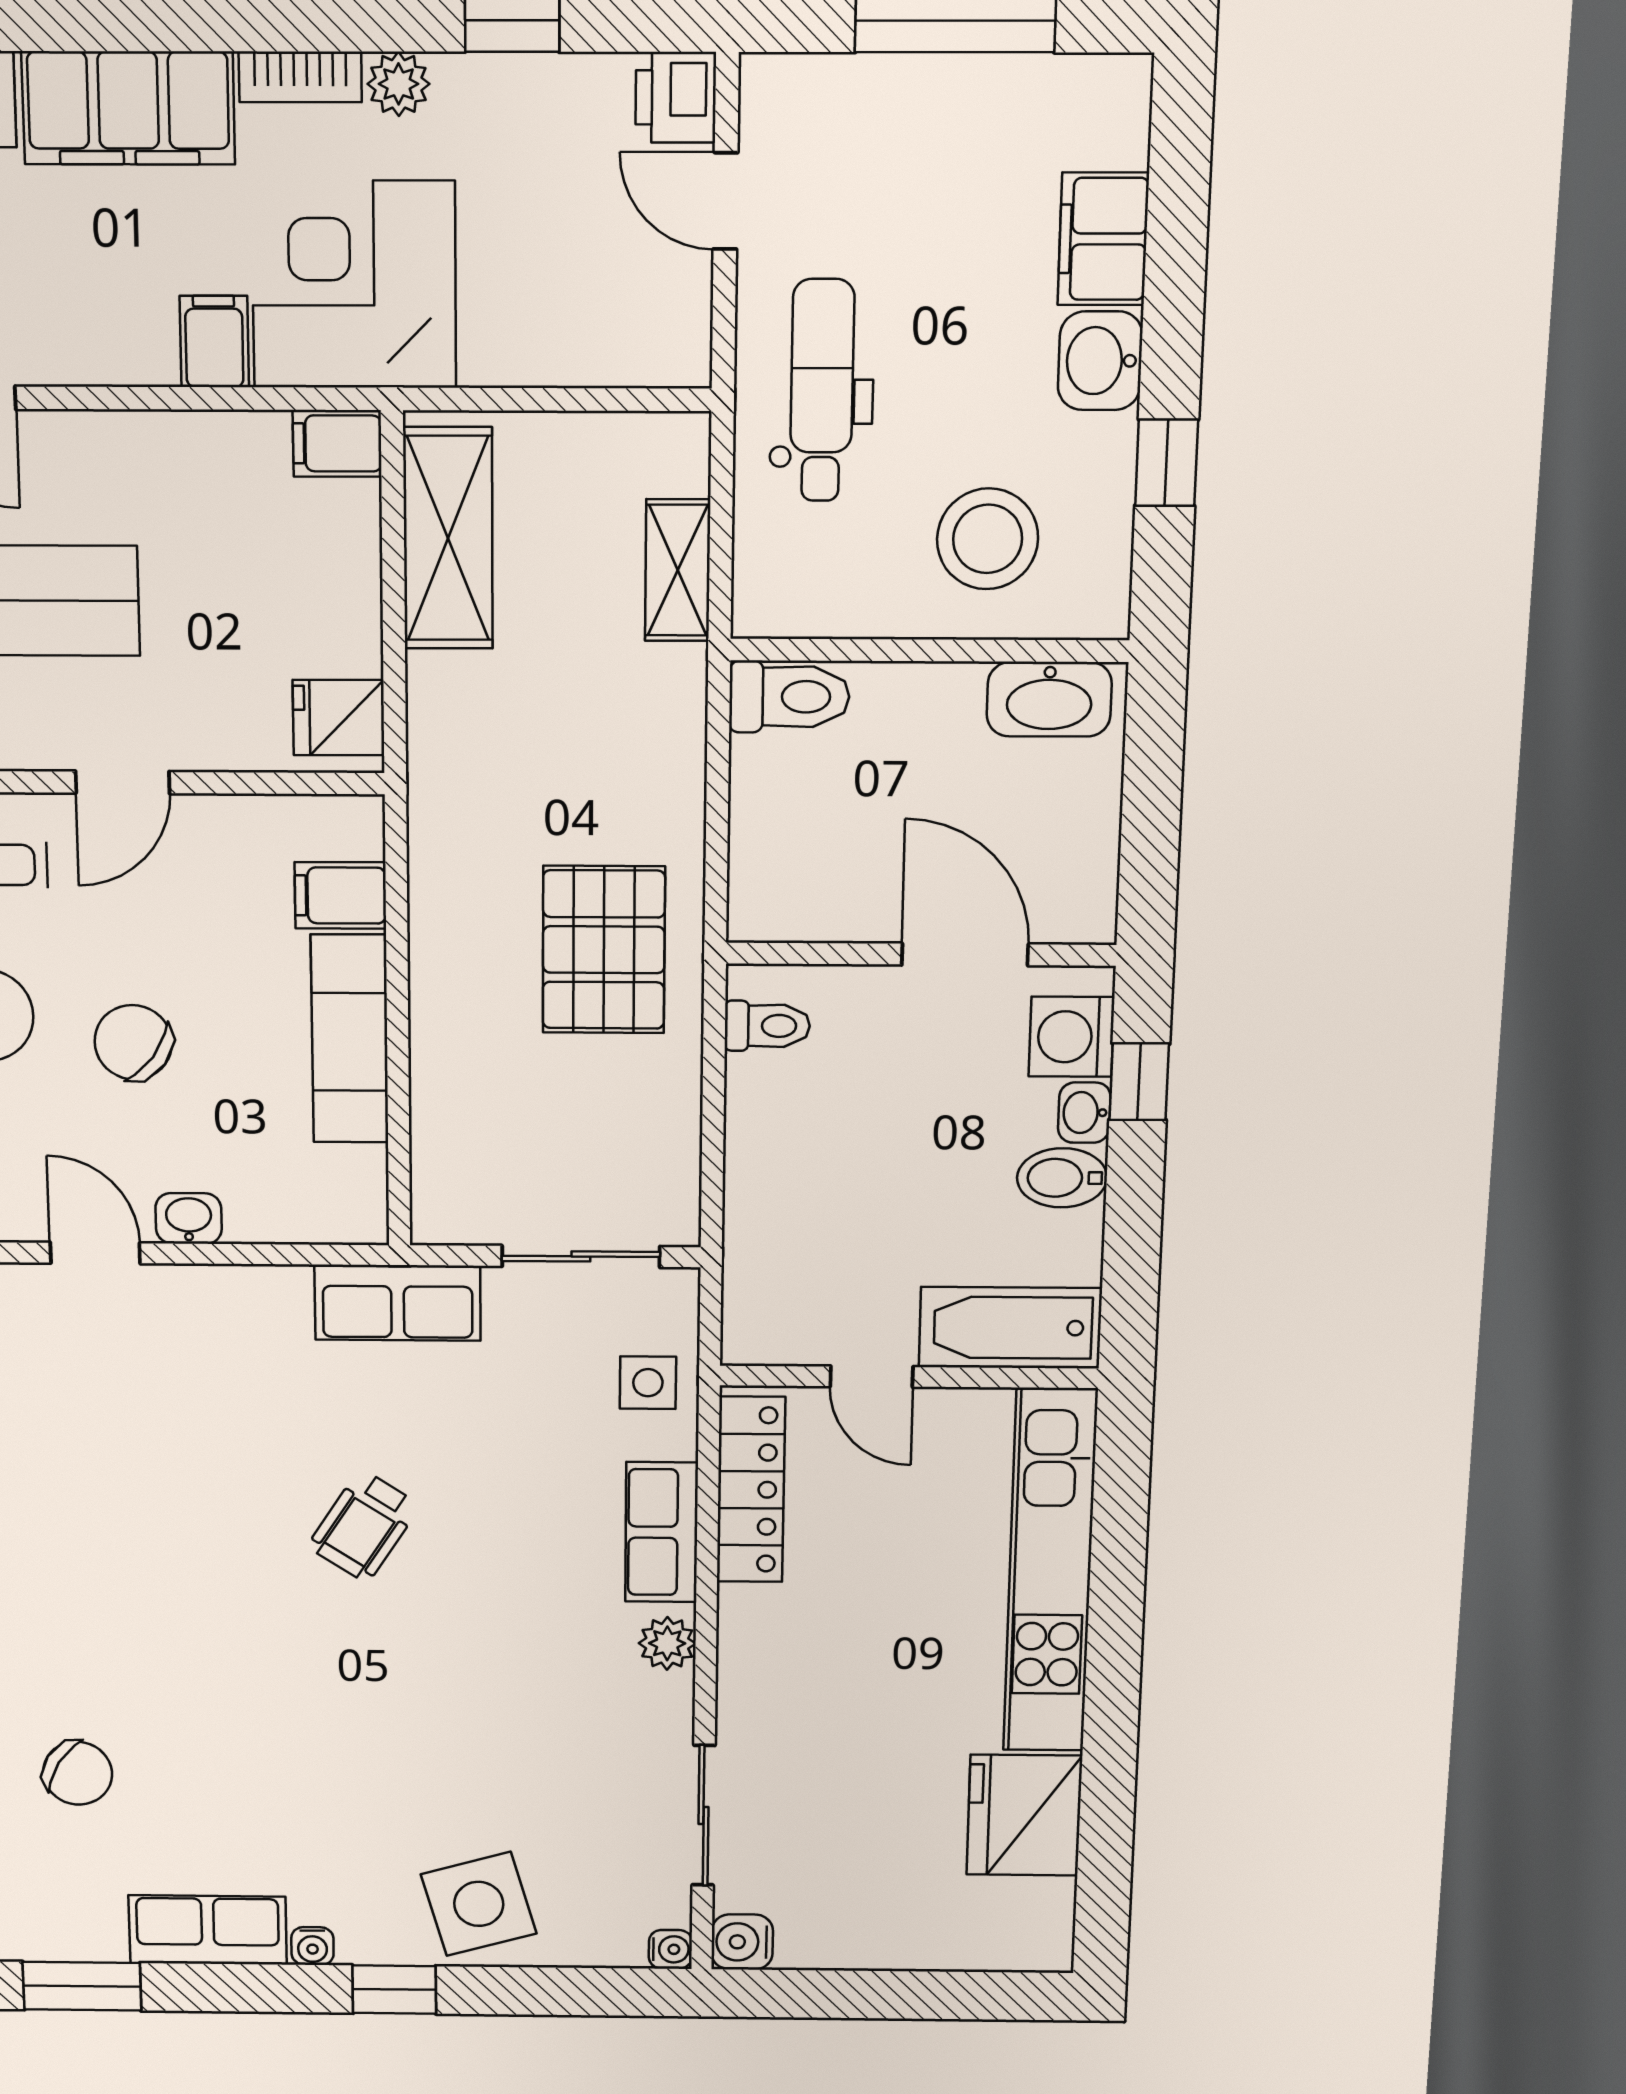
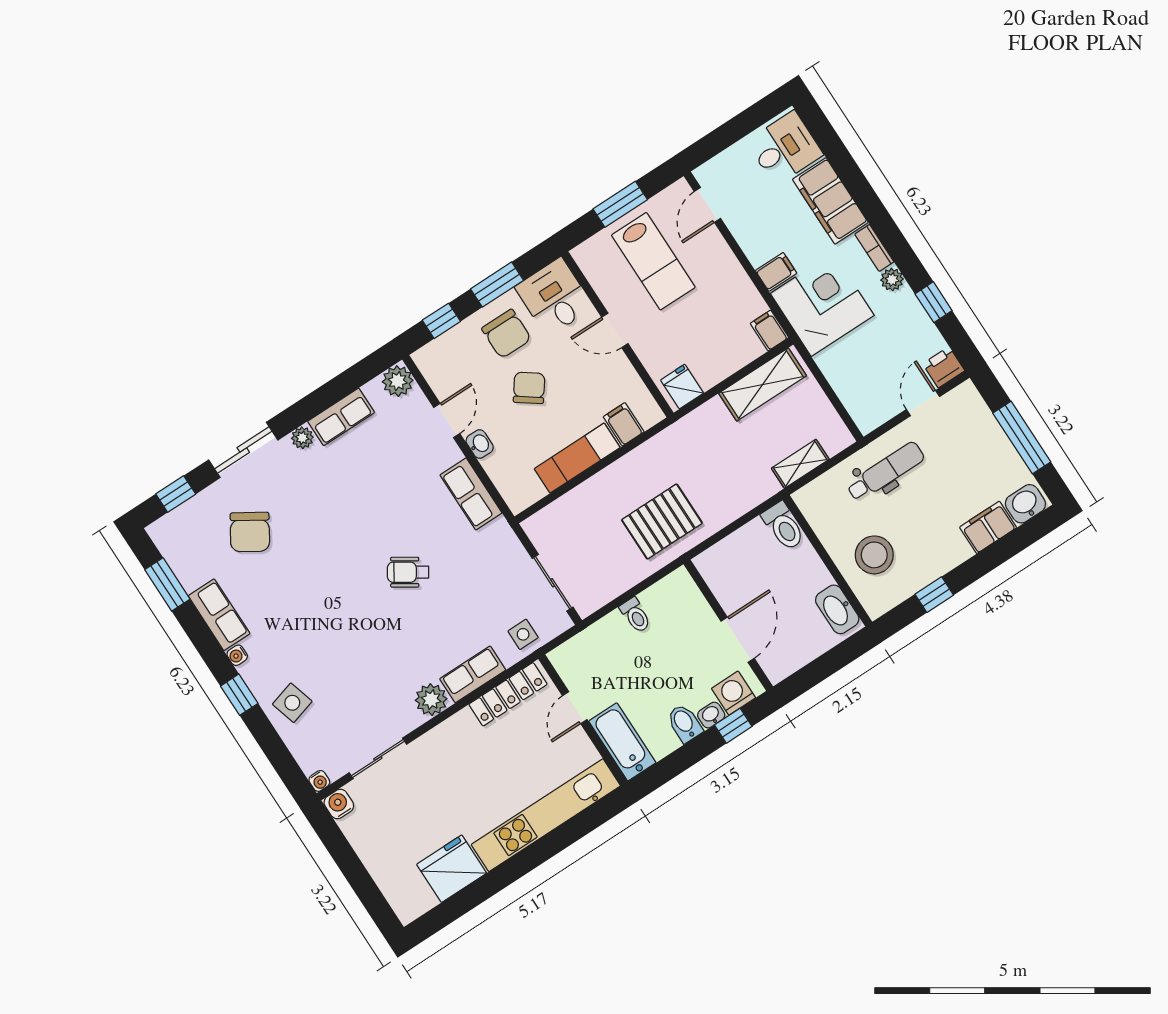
washbasin: (1100, 361) -> (1025, 504), moved
toilet: (767, 1026) -> (635, 615), moved
row of seats: (398, 1303) -> (471, 494), moved
plant: (667, 1643) -> (431, 700), width x1.38, depth x1.38
chair: (78, 1773) -> (250, 532), width x1.37, depth x1.37
side table: (479, 1904) -> (292, 703), width x0.73, depth x0.73

